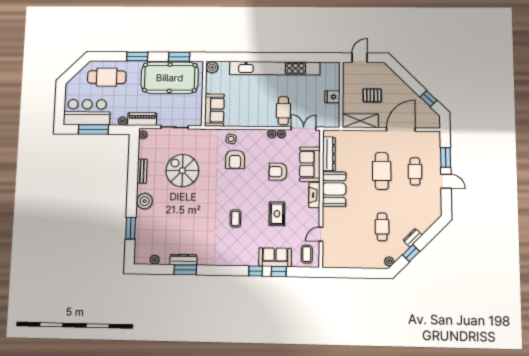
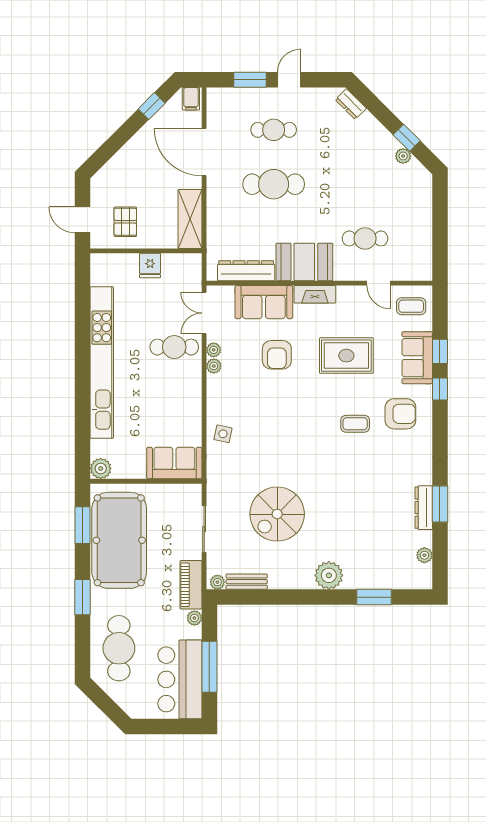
pallet: (372, 95) -> (125, 222), moved
filing cabinet: (433, 122) -> (191, 99), added
armchair: (235, 159) -> (400, 414), moved
bench: (142, 171) -> (247, 582), moved
rug: (277, 214) -> (346, 356), width x1.36, depth x1.43
cafe table: (382, 227) -> (365, 238), moved
dresser: (413, 238) -> (351, 104), moved
plant: (389, 261) -> (403, 156), moved

